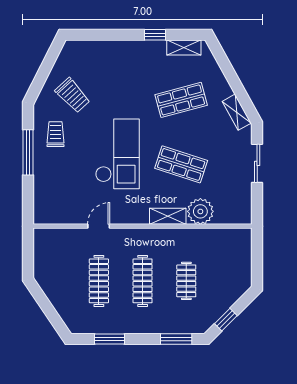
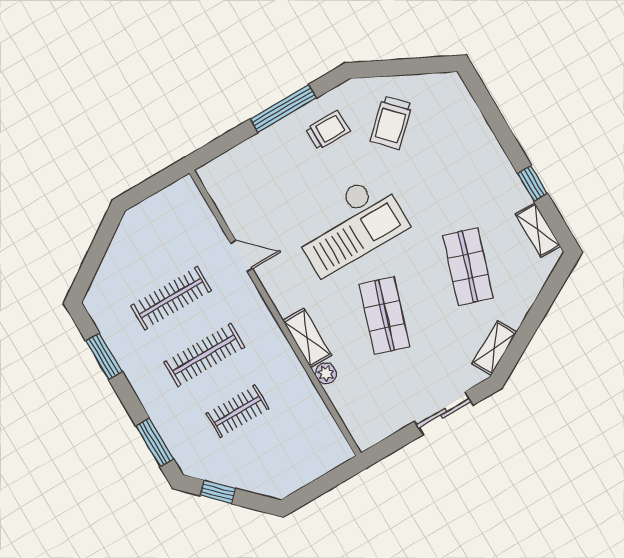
shop shelf: (181, 100) -> (468, 266), turned 33
plant: (200, 211) -> (326, 373), width x0.53, depth x0.53

